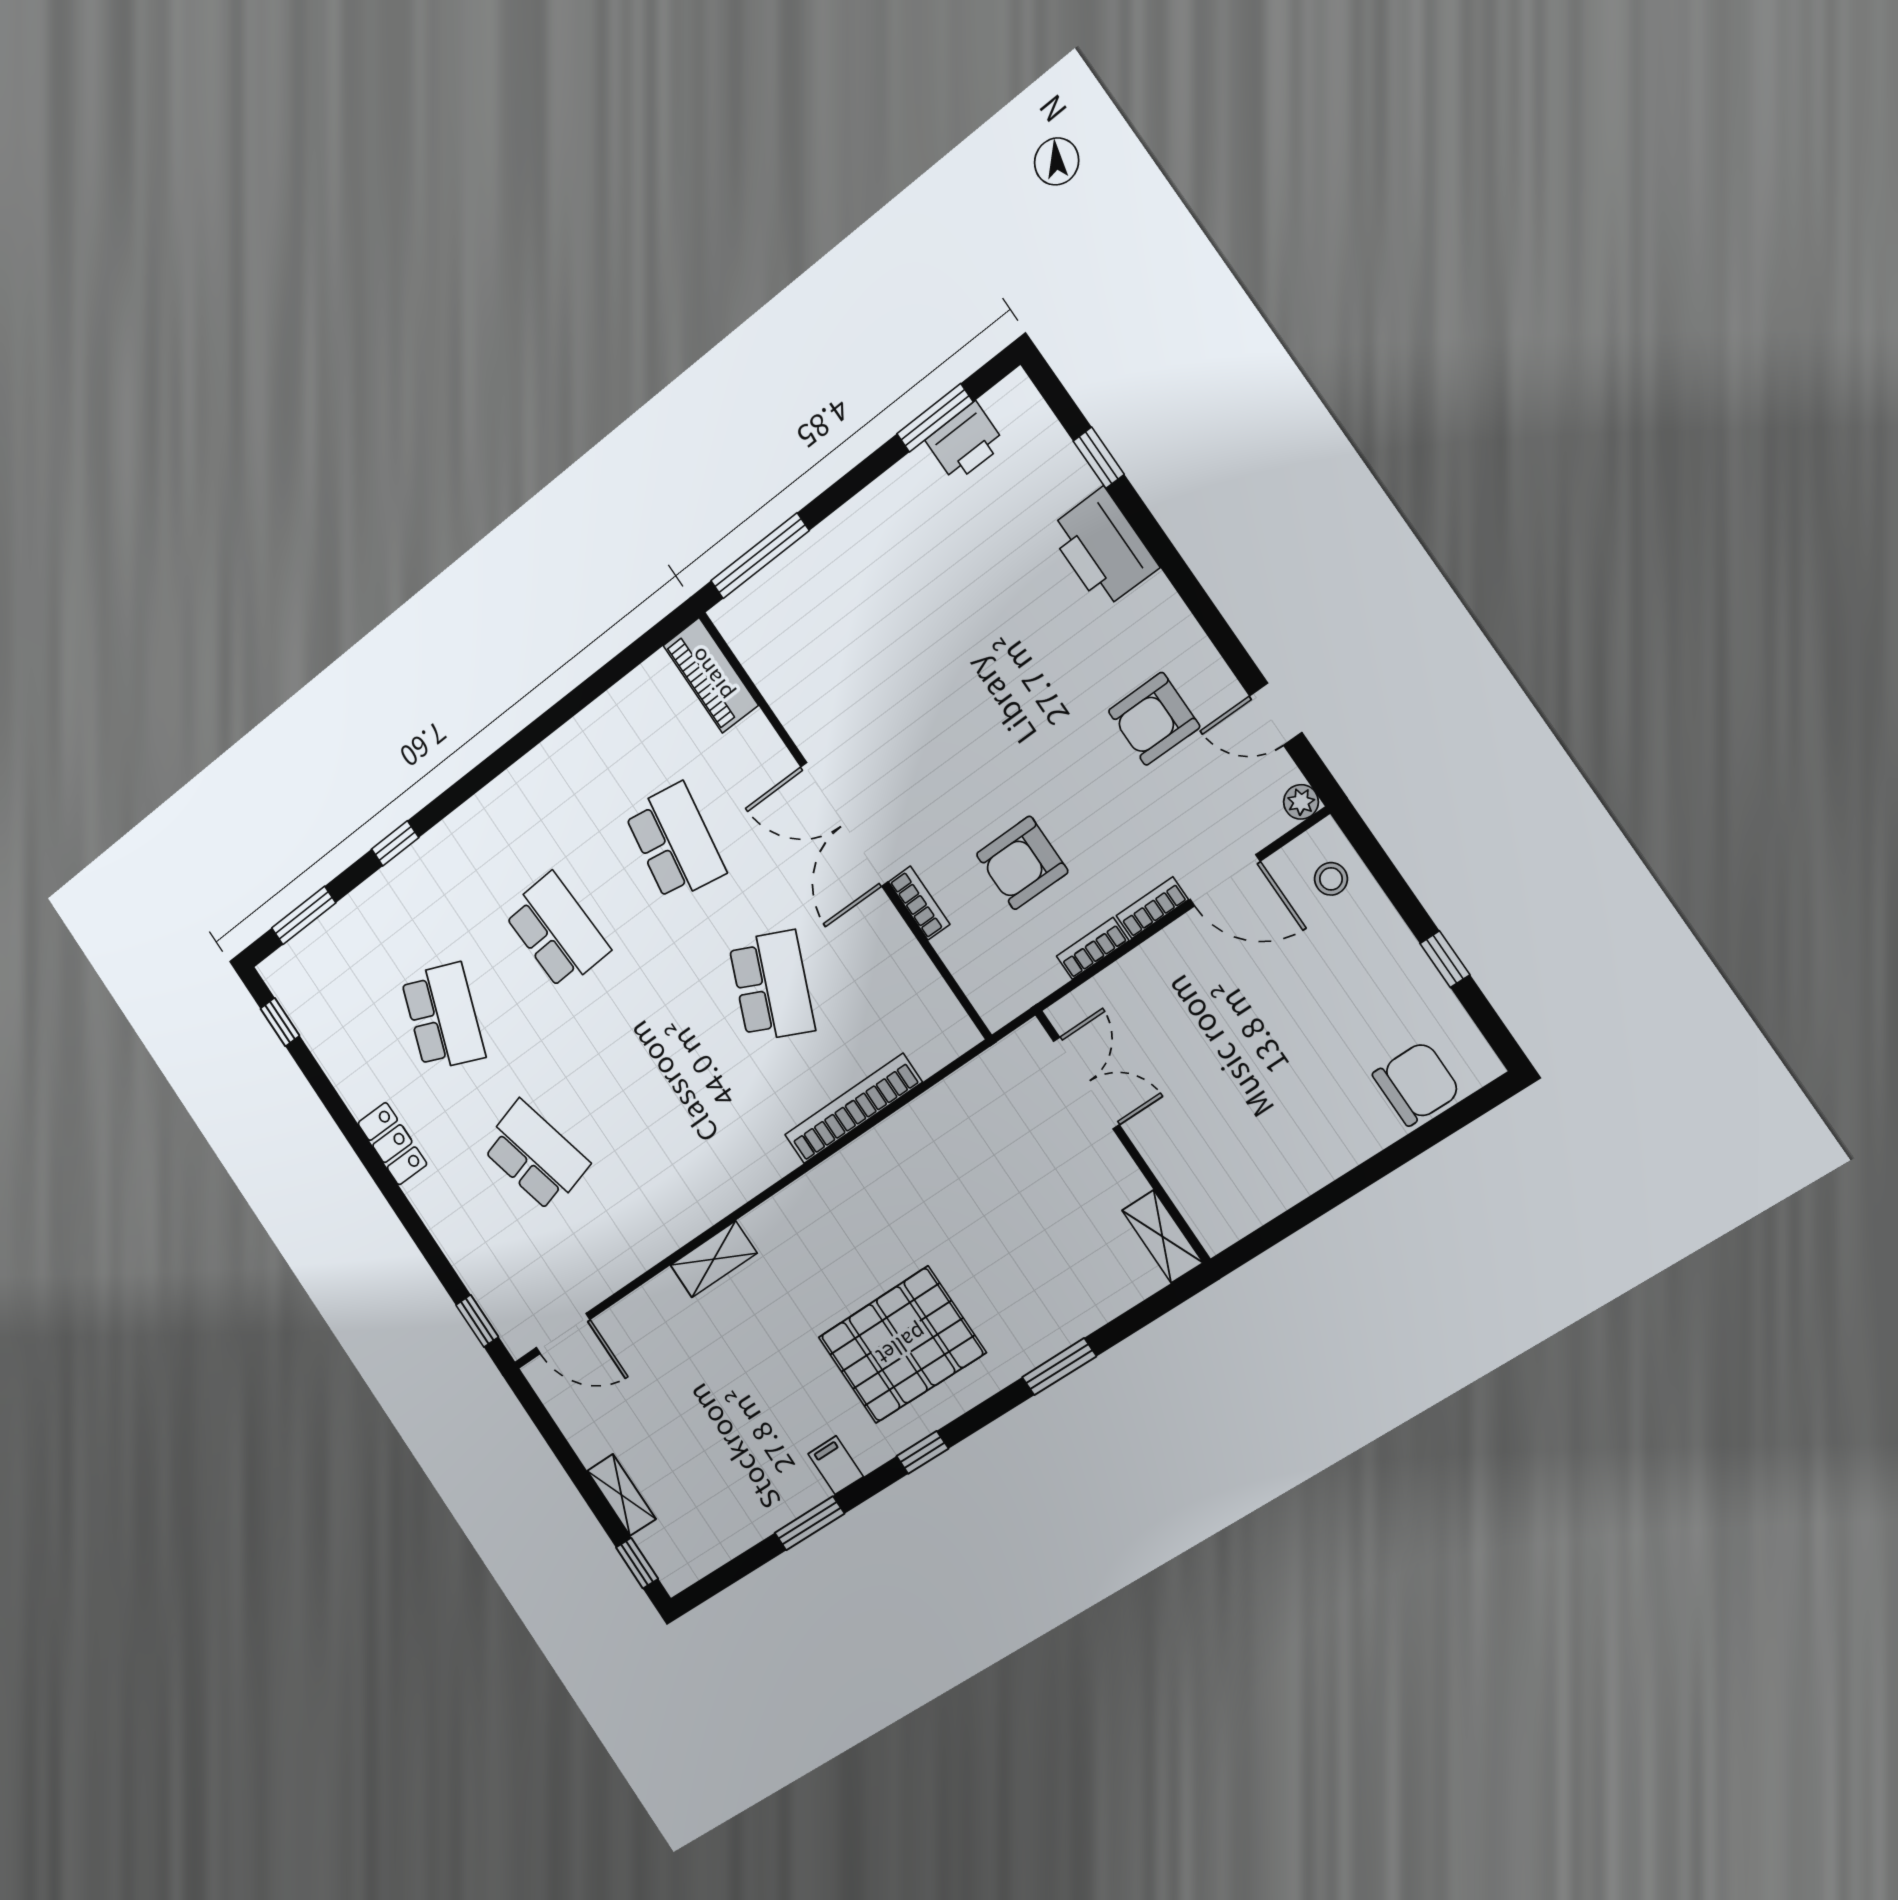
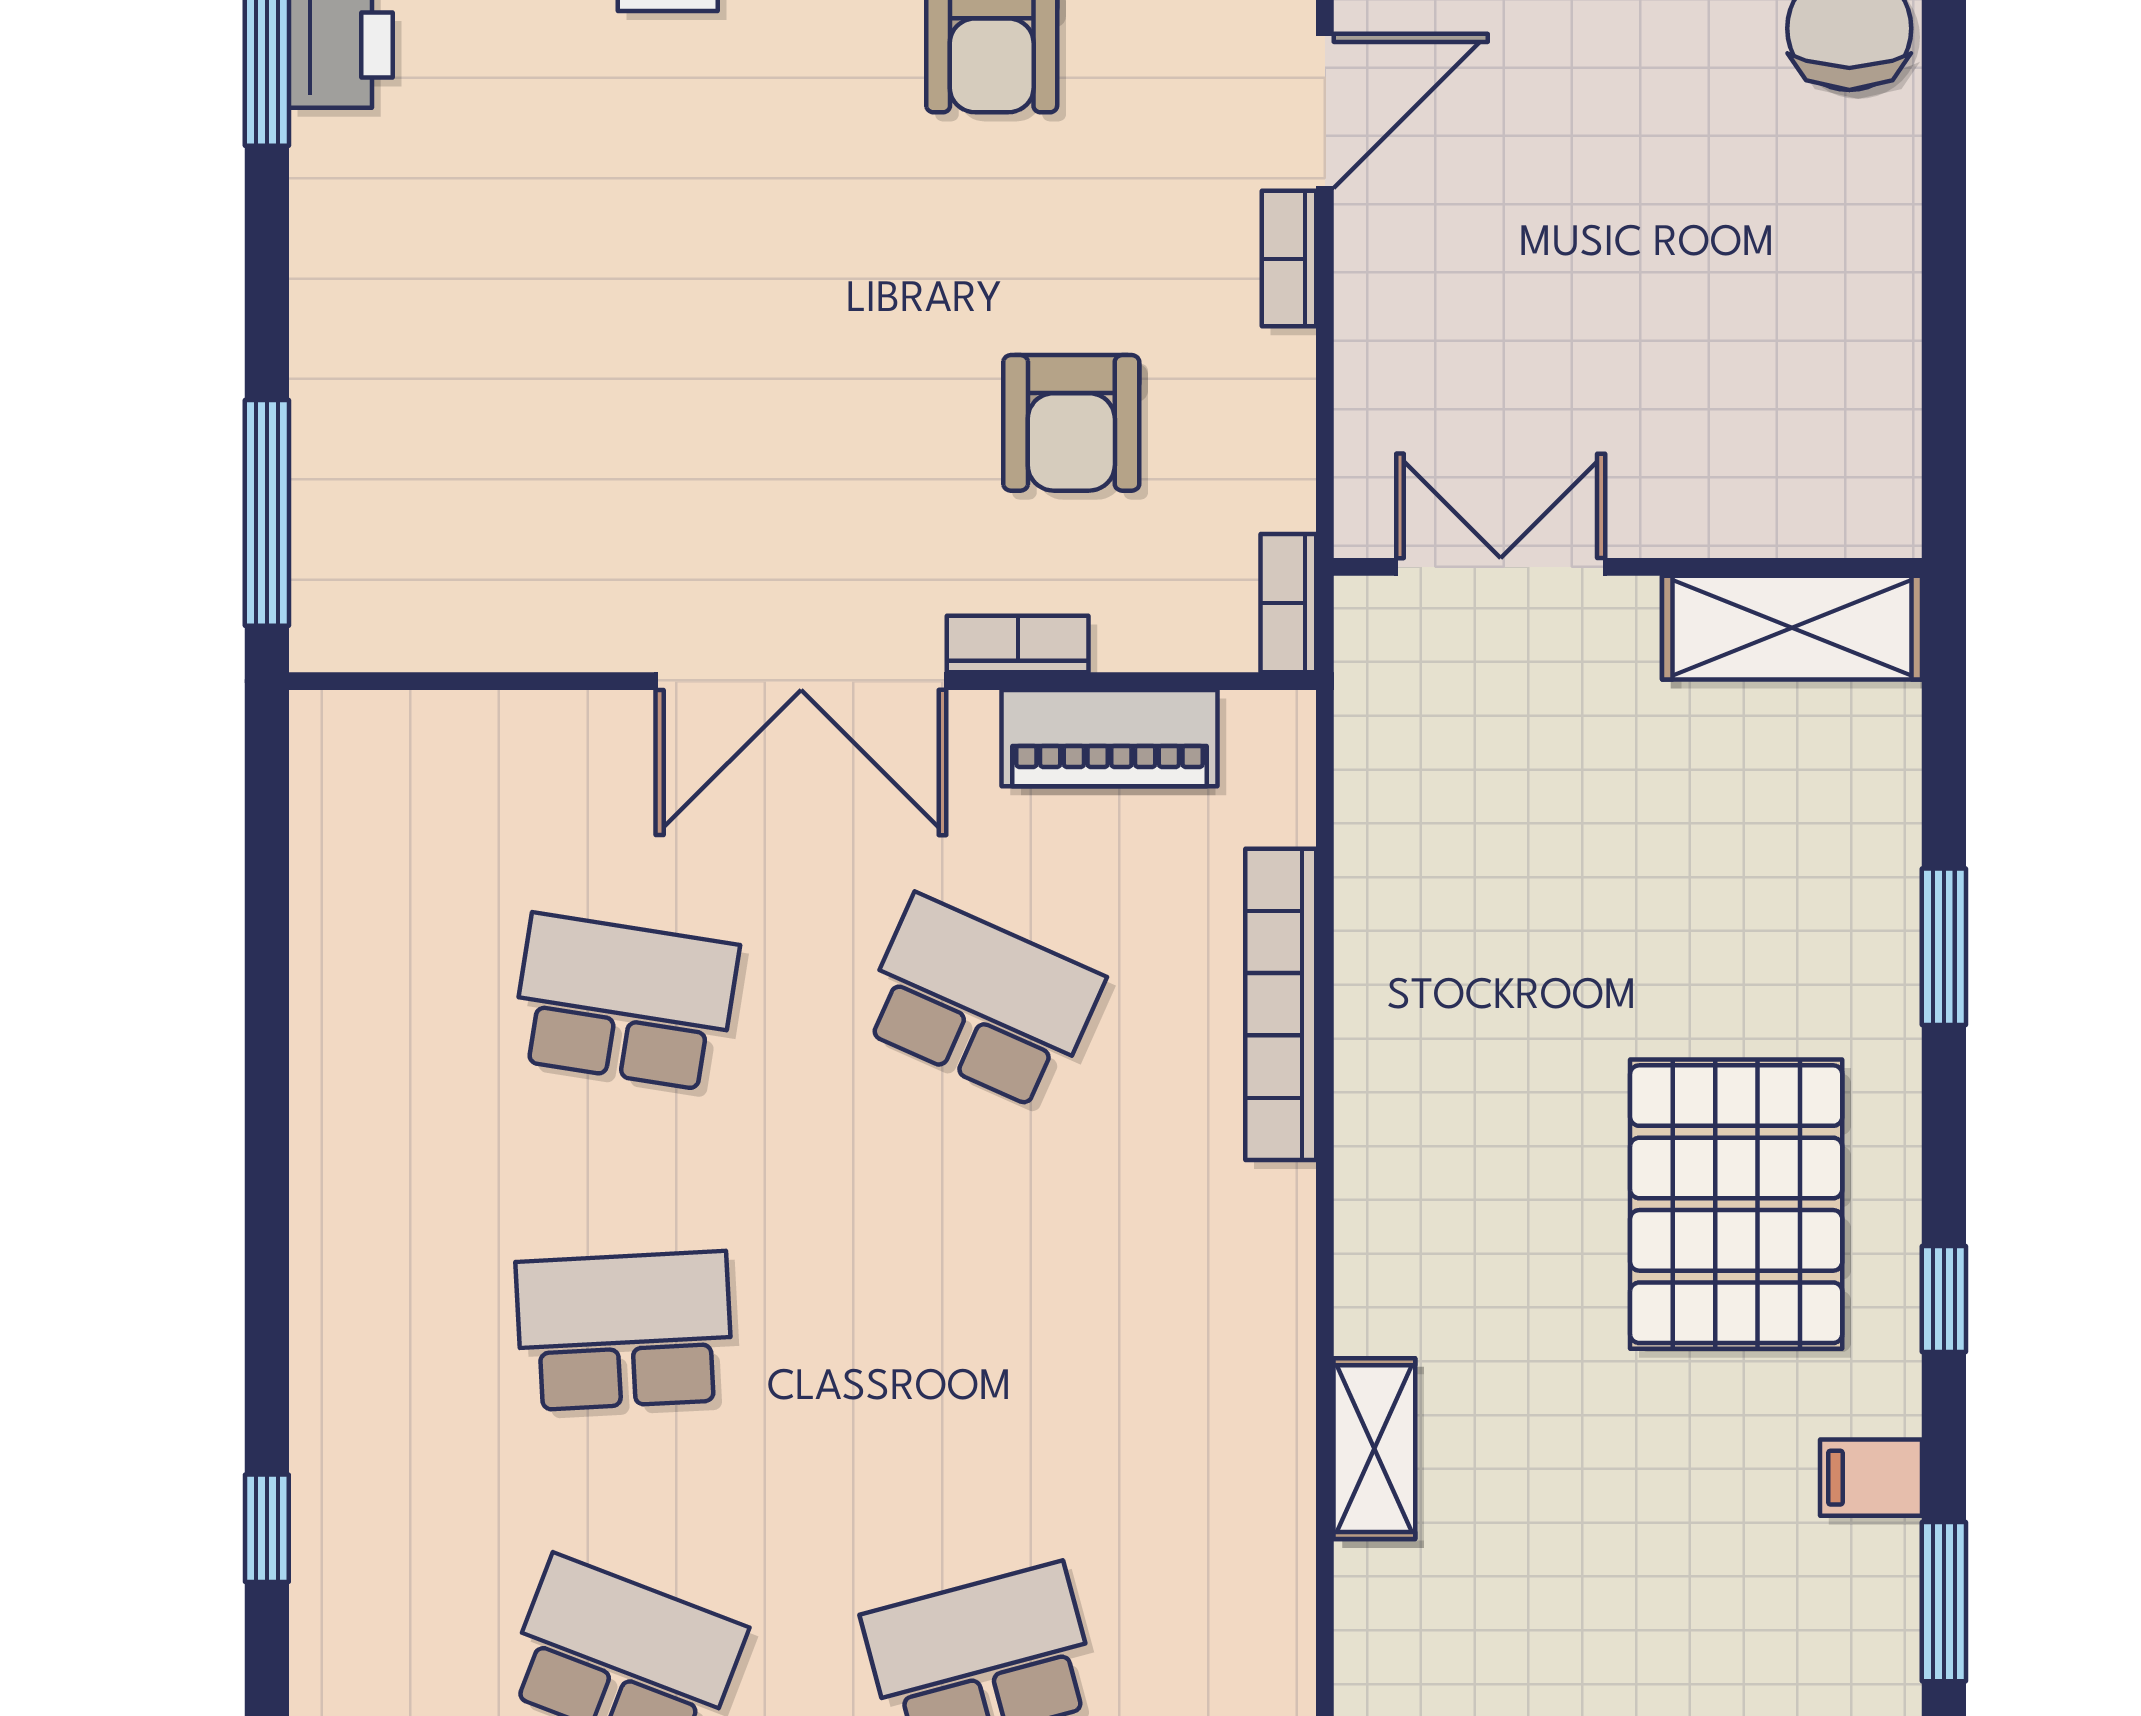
piano: (711, 675) -> (1110, 738), moved
bookcase: (1093, 948) -> (1288, 603), moved
shelving: (1162, 1237) -> (1792, 628), width x1.50, depth x1.33

